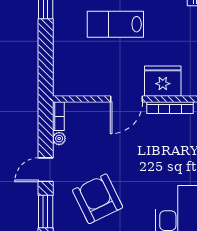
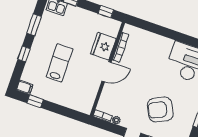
lab bench: (115, 24) -> (59, 63), turned 180
door: (126, 99) -> (107, 72), hinge flipped

